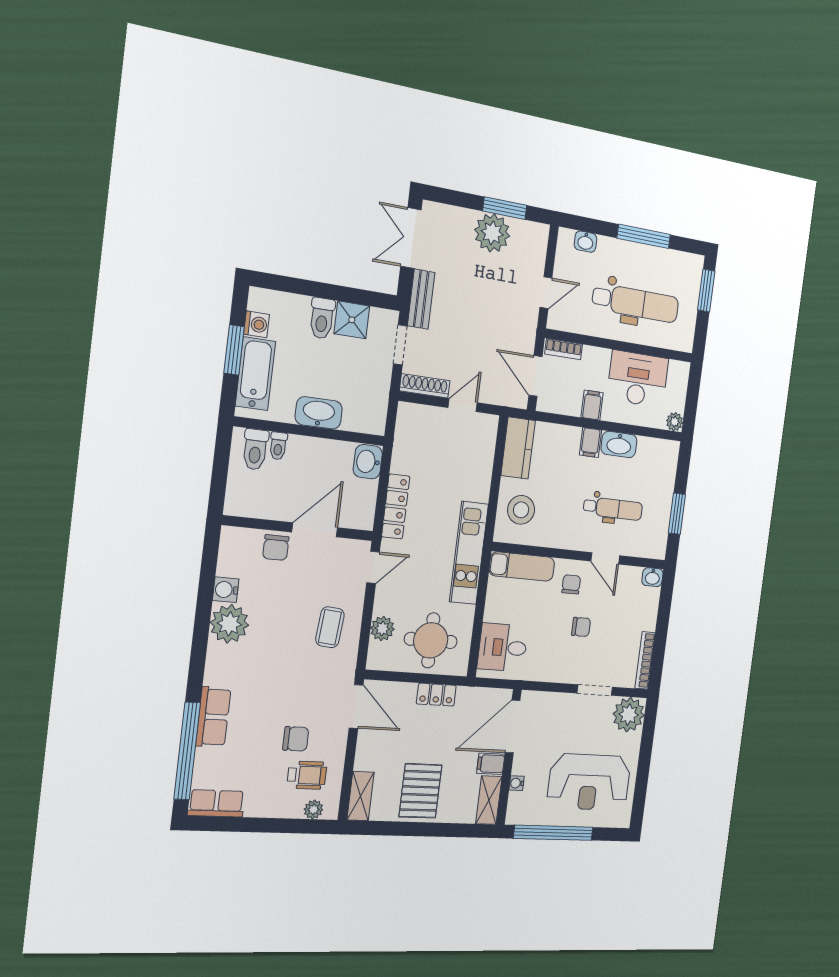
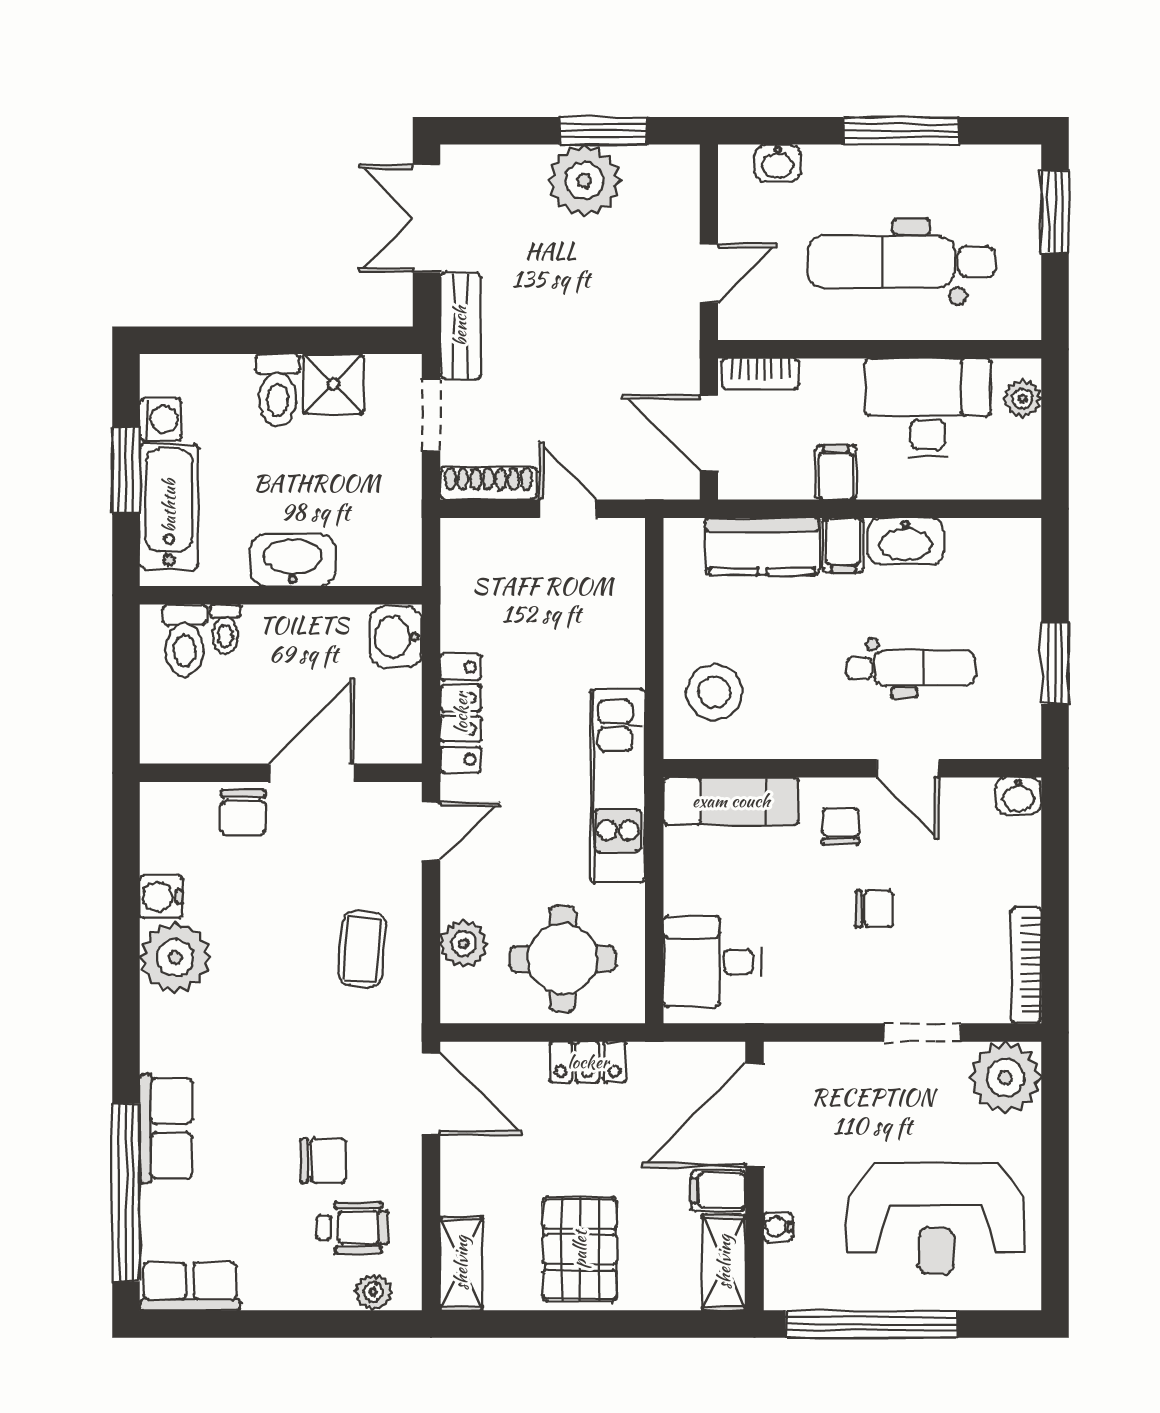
dental chair: (636, 303) -> (902, 262), turned 180
door: (463, 405) -> (568, 509), hinge flipped
plant: (675, 422) -> (1022, 399), moved
kitchen counter: (518, 448) -> (762, 546), moved, turned 90

